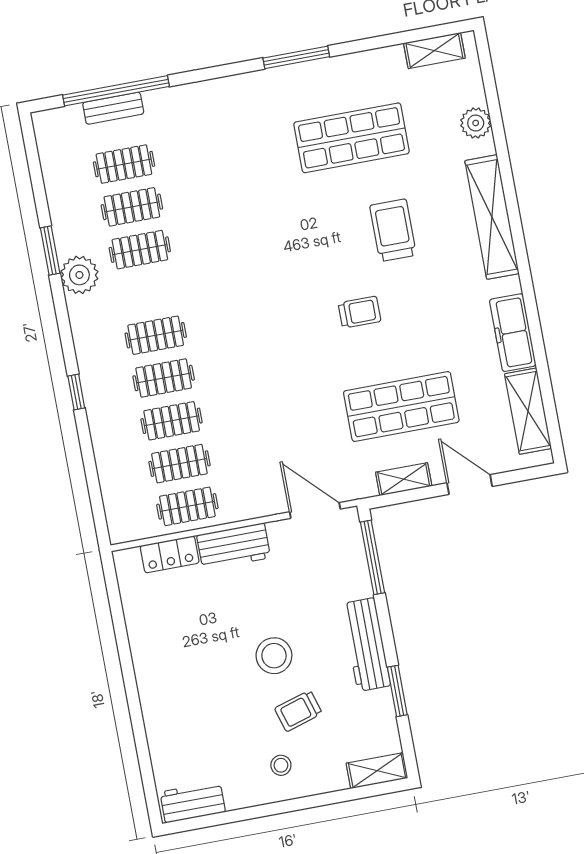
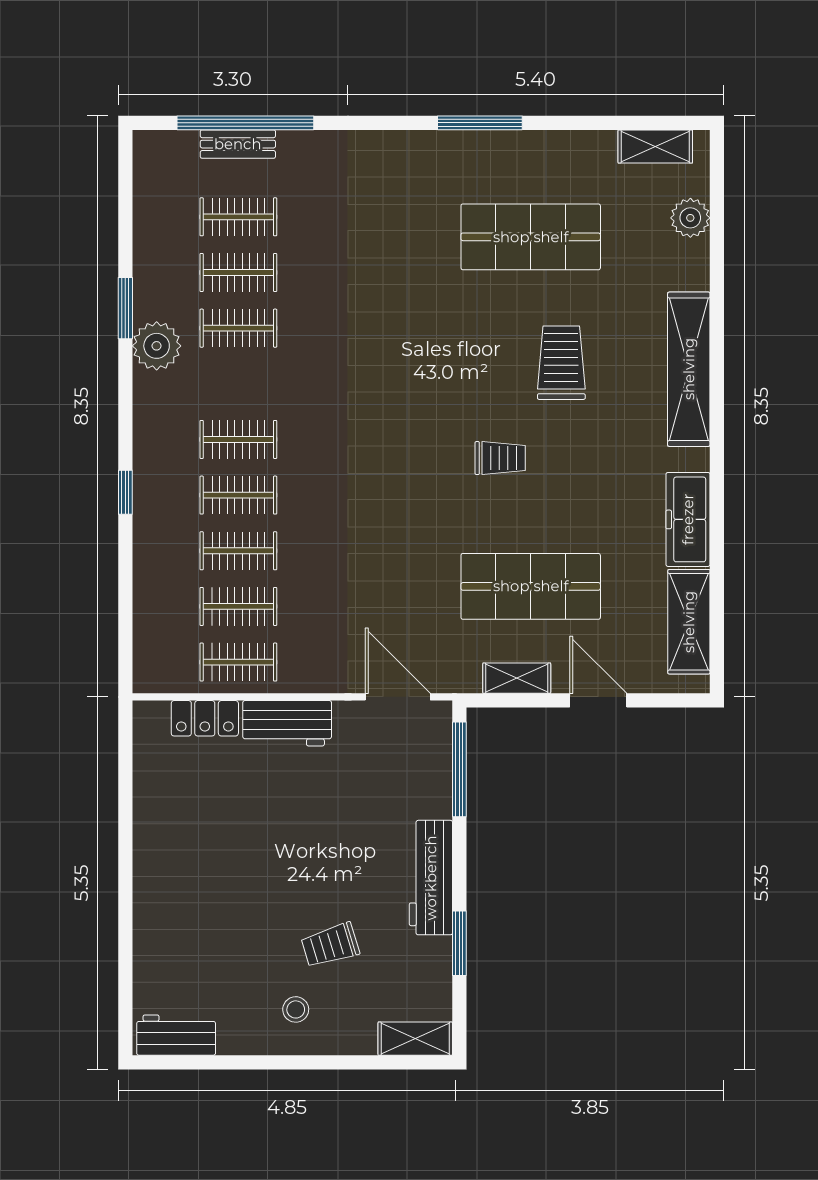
plant: (476, 123) -> (690, 218), moved
stool: (274, 656) -> (312, 870), removed

